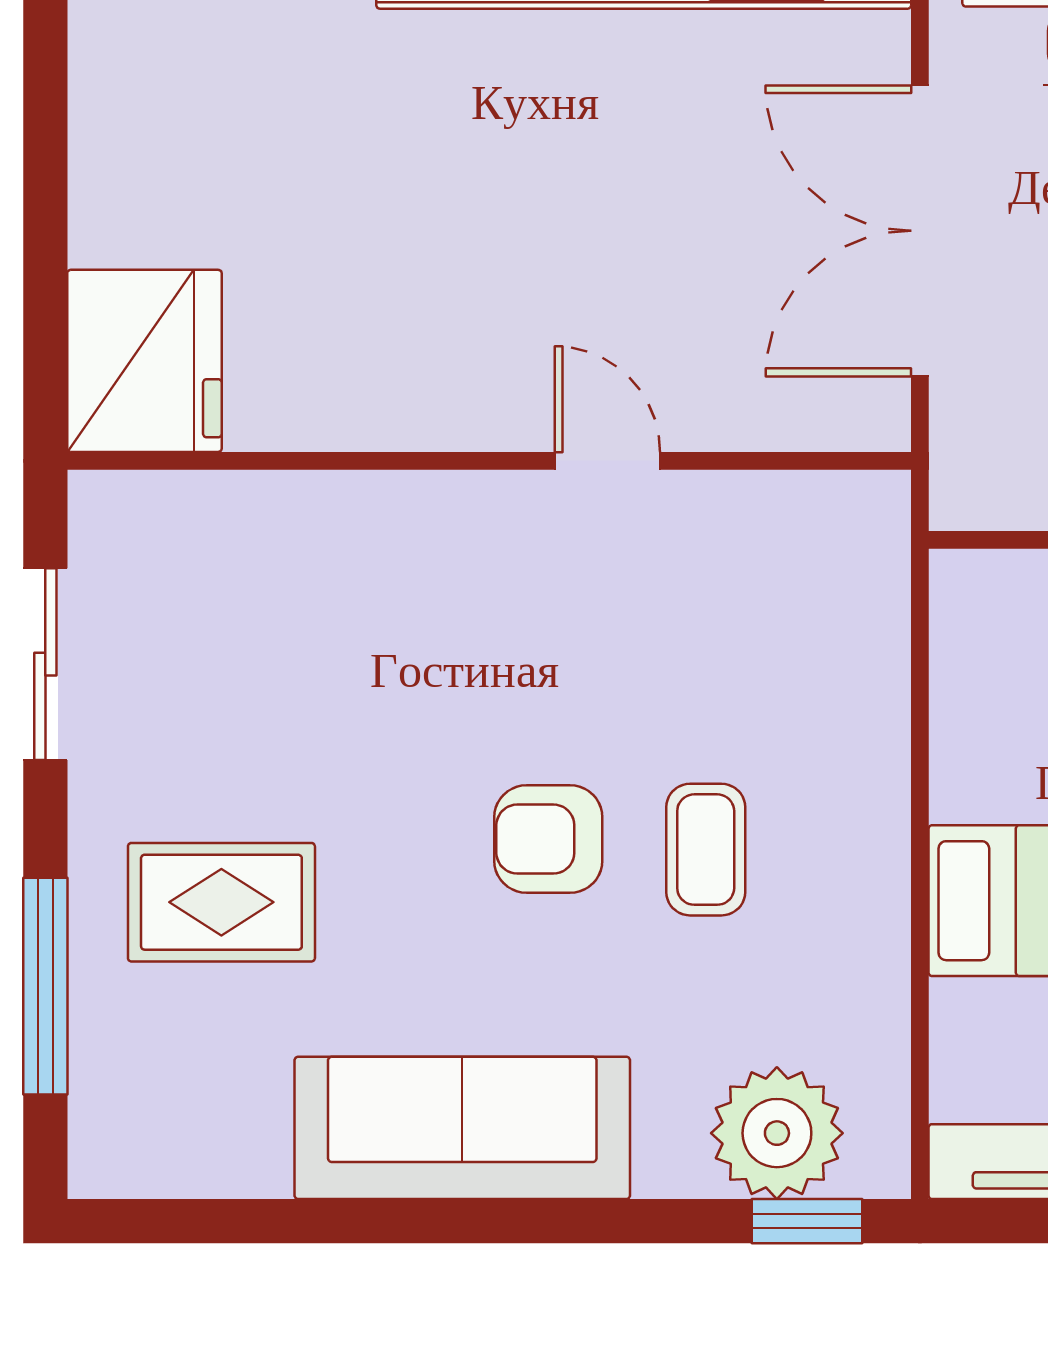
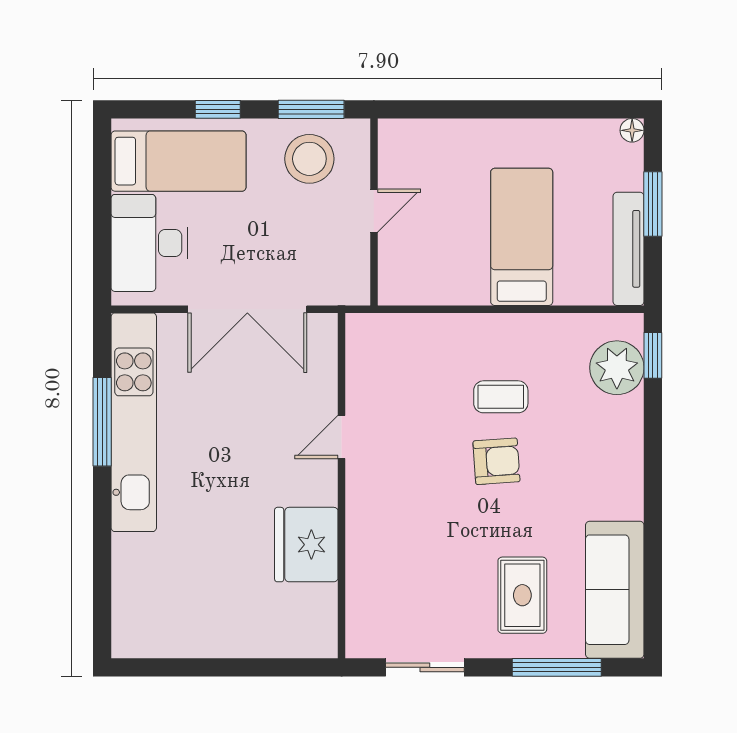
fridge: (144, 361) -> (306, 545), moved, turned -90
armchair: (548, 839) -> (496, 461), turned -94
sofa: (462, 1128) -> (615, 590), moved

